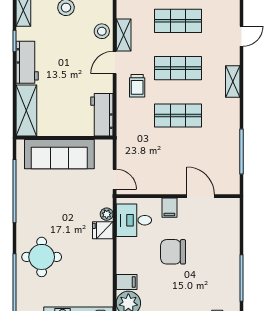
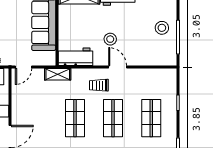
stool: (102, 31) -> (110, 39), moved
shelving: (124, 35) -> (58, 74), moved

